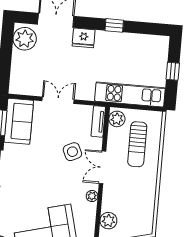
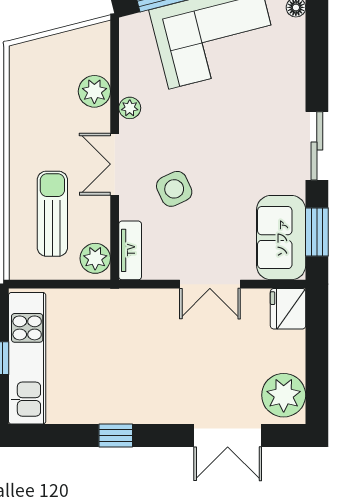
fridge: (84, 38) -> (288, 309), moved, turned -90
kitchen unit: (130, 94) -> (27, 358), moved, turned -90
double door: (102, 167) -> (115, 164), swing flipped
plant: (108, 221) -> (94, 91), moved

